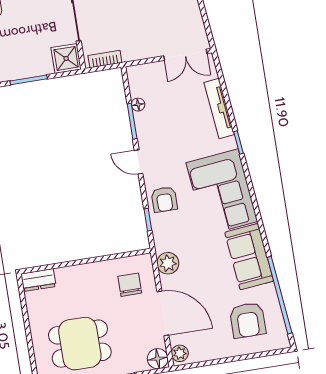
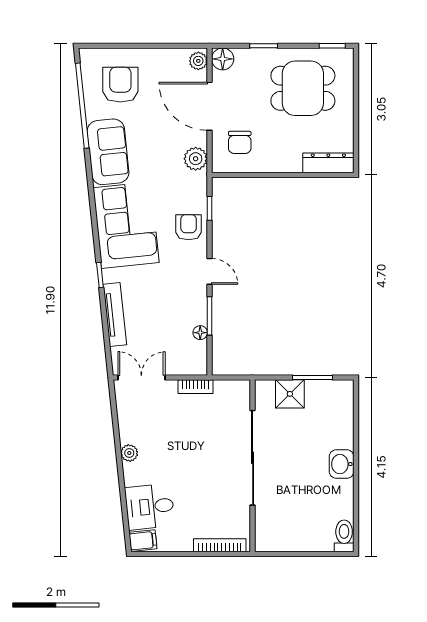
shower: (66, 58) -> (290, 394), moved
bookcase: (105, 59) -> (195, 387), moved
dresser: (38, 280) -> (328, 163), width x1.44

